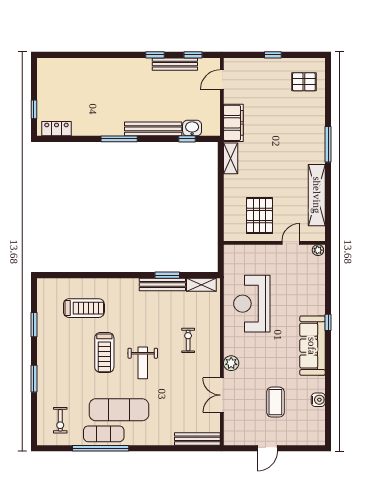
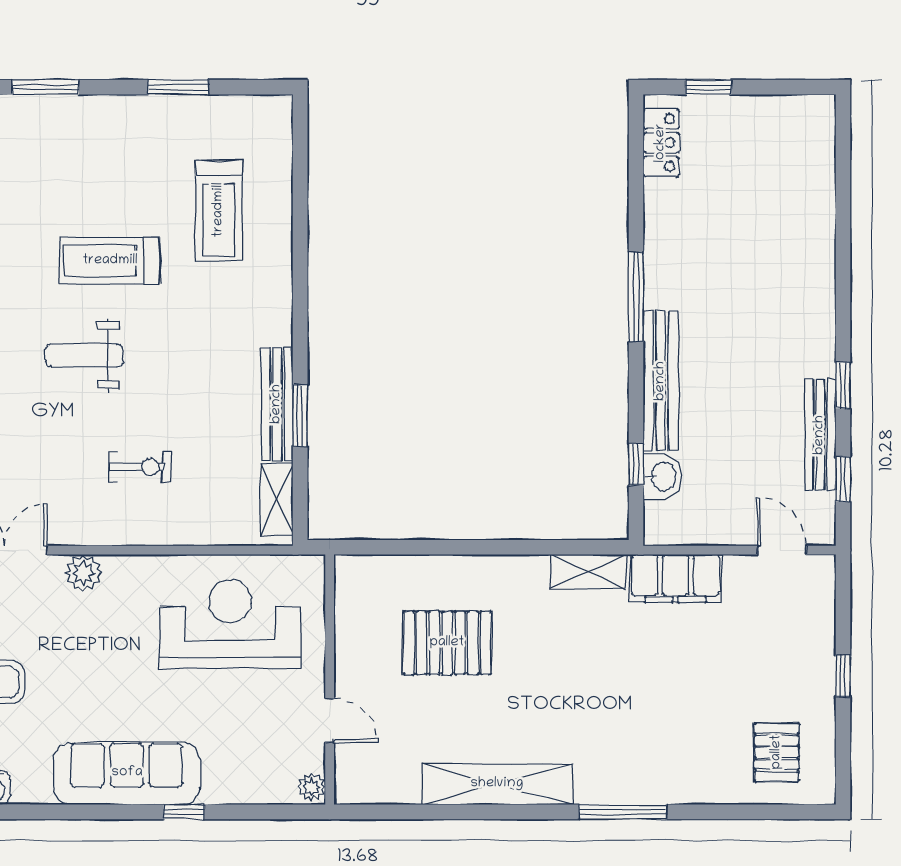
wall: (274, 243) -> (330, 680), moved
door: (291, 243) -> (330, 720), moved
plant: (318, 250) -> (312, 787), moved

